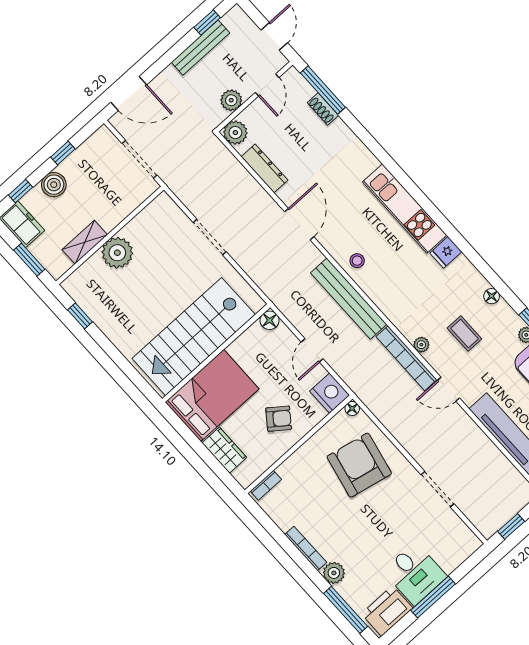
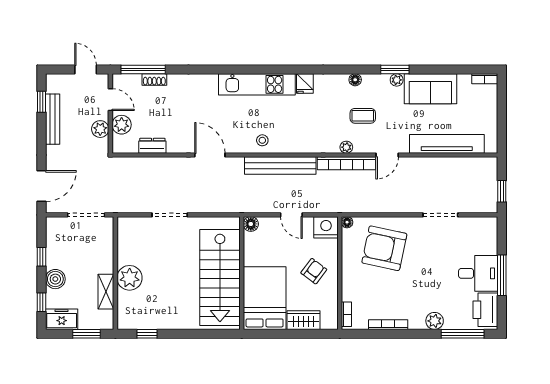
plant: (235, 133) -> (122, 125), moved
dresser: (265, 168) -> (152, 146), width x0.70
bookcase: (306, 548) -> (388, 325), moved

